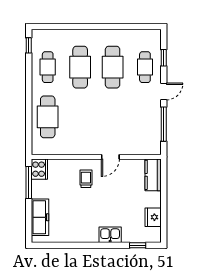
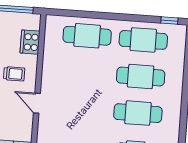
cafe table: (48, 67) -> (143, 40), width x1.37, depth x1.35
cooker: (39, 169) -> (30, 42), moved, turned 90

